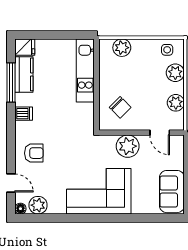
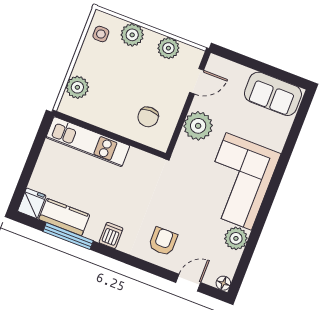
chair: (120, 107) -> (148, 117), turned 135
plant: (38, 205) -> (236, 238), moved

